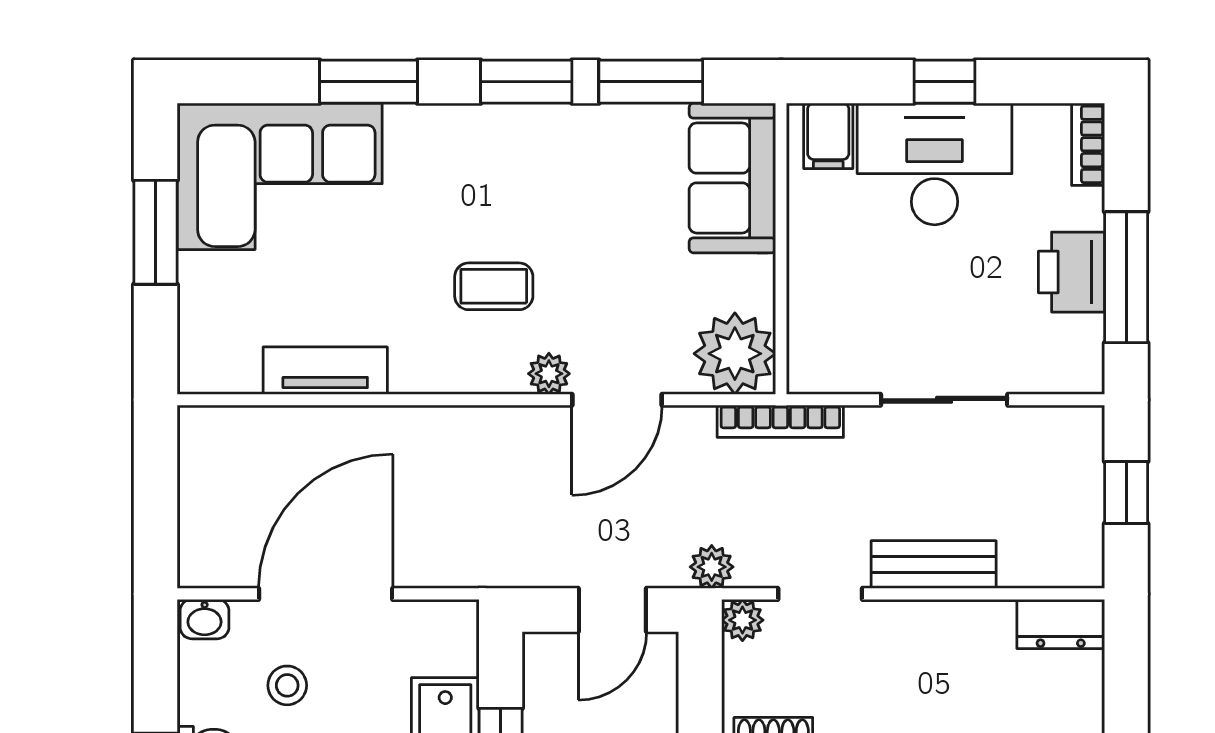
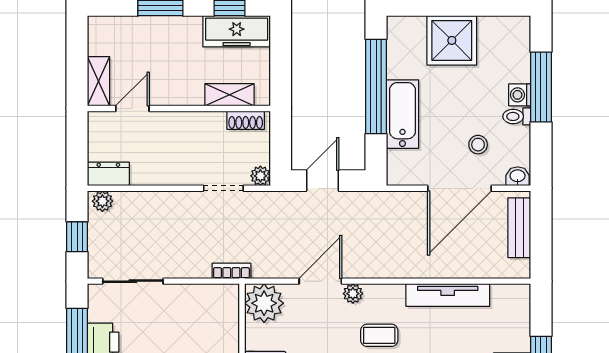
tv unit: (325, 371) -> (448, 295), width x1.41
sliding door: (944, 400) -> (133, 281), moved
bookcase: (780, 421) -> (231, 271), width x0.64
bench: (934, 565) -> (519, 228), moved, turned 90
plant: (712, 567) -> (102, 201), moved

